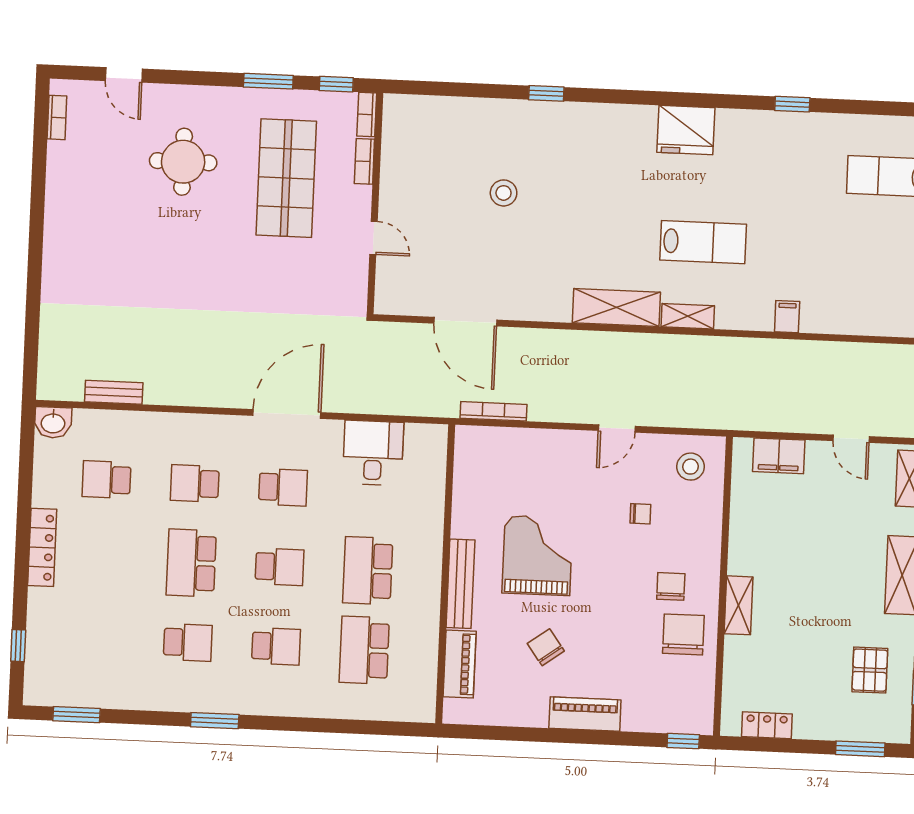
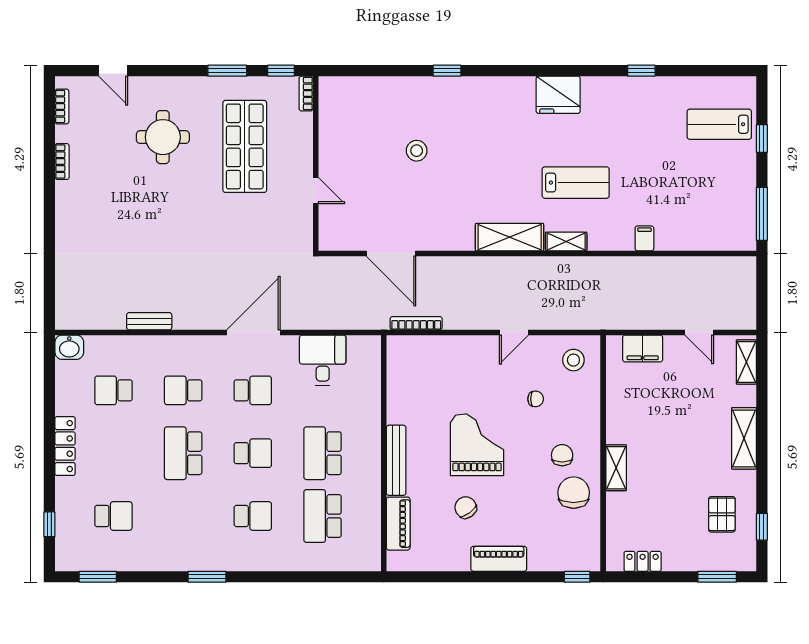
bookcase: (364, 161) -> (62, 162), moved, turned 180
bench: (114, 392) -> (149, 321), moved
grand piano: (537, 555) -> (477, 445), moved
school desk: (188, 642) -> (113, 516), moved

